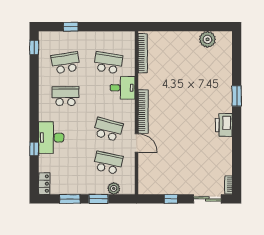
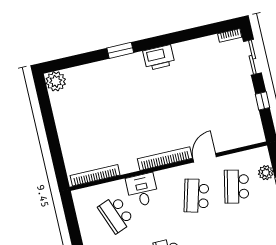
plant: (208, 39) -> (56, 81), moved
school desk: (108, 63) -> (116, 214), turned -30

